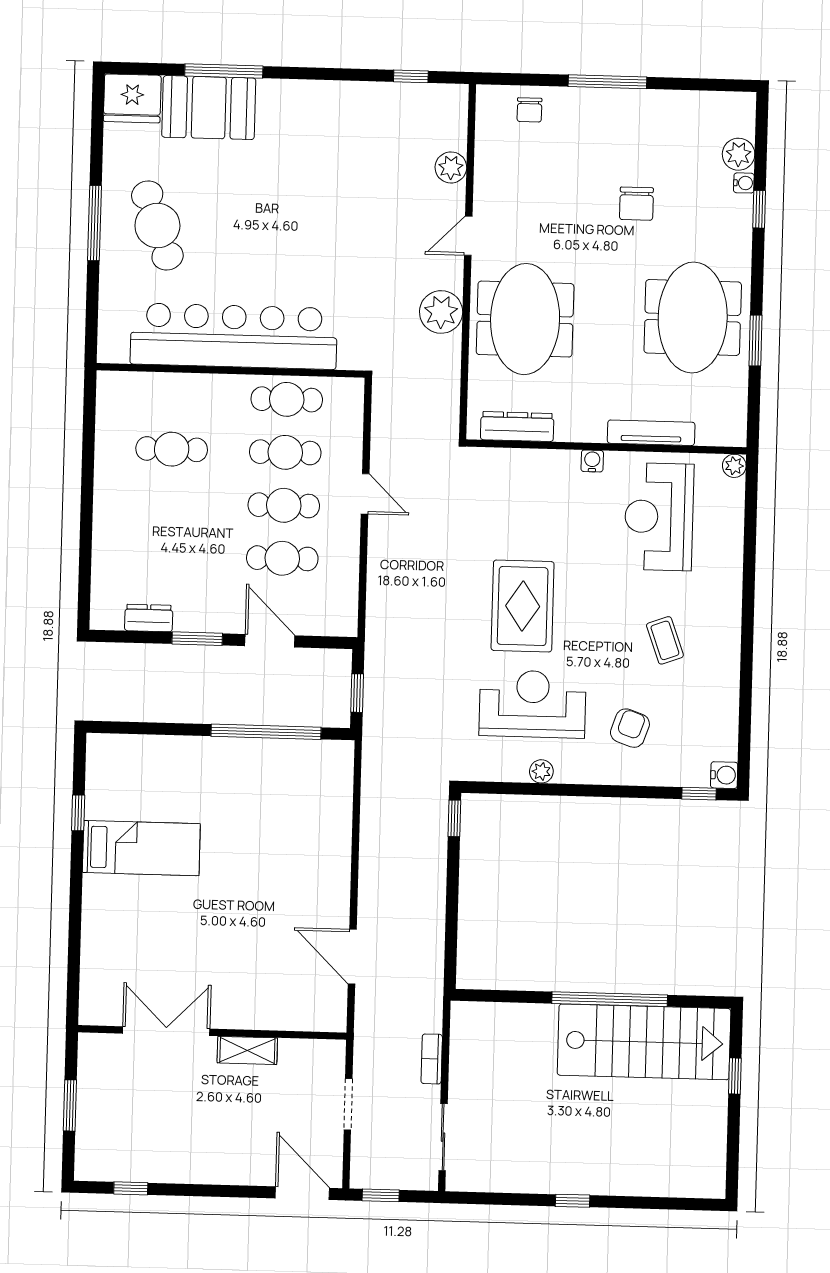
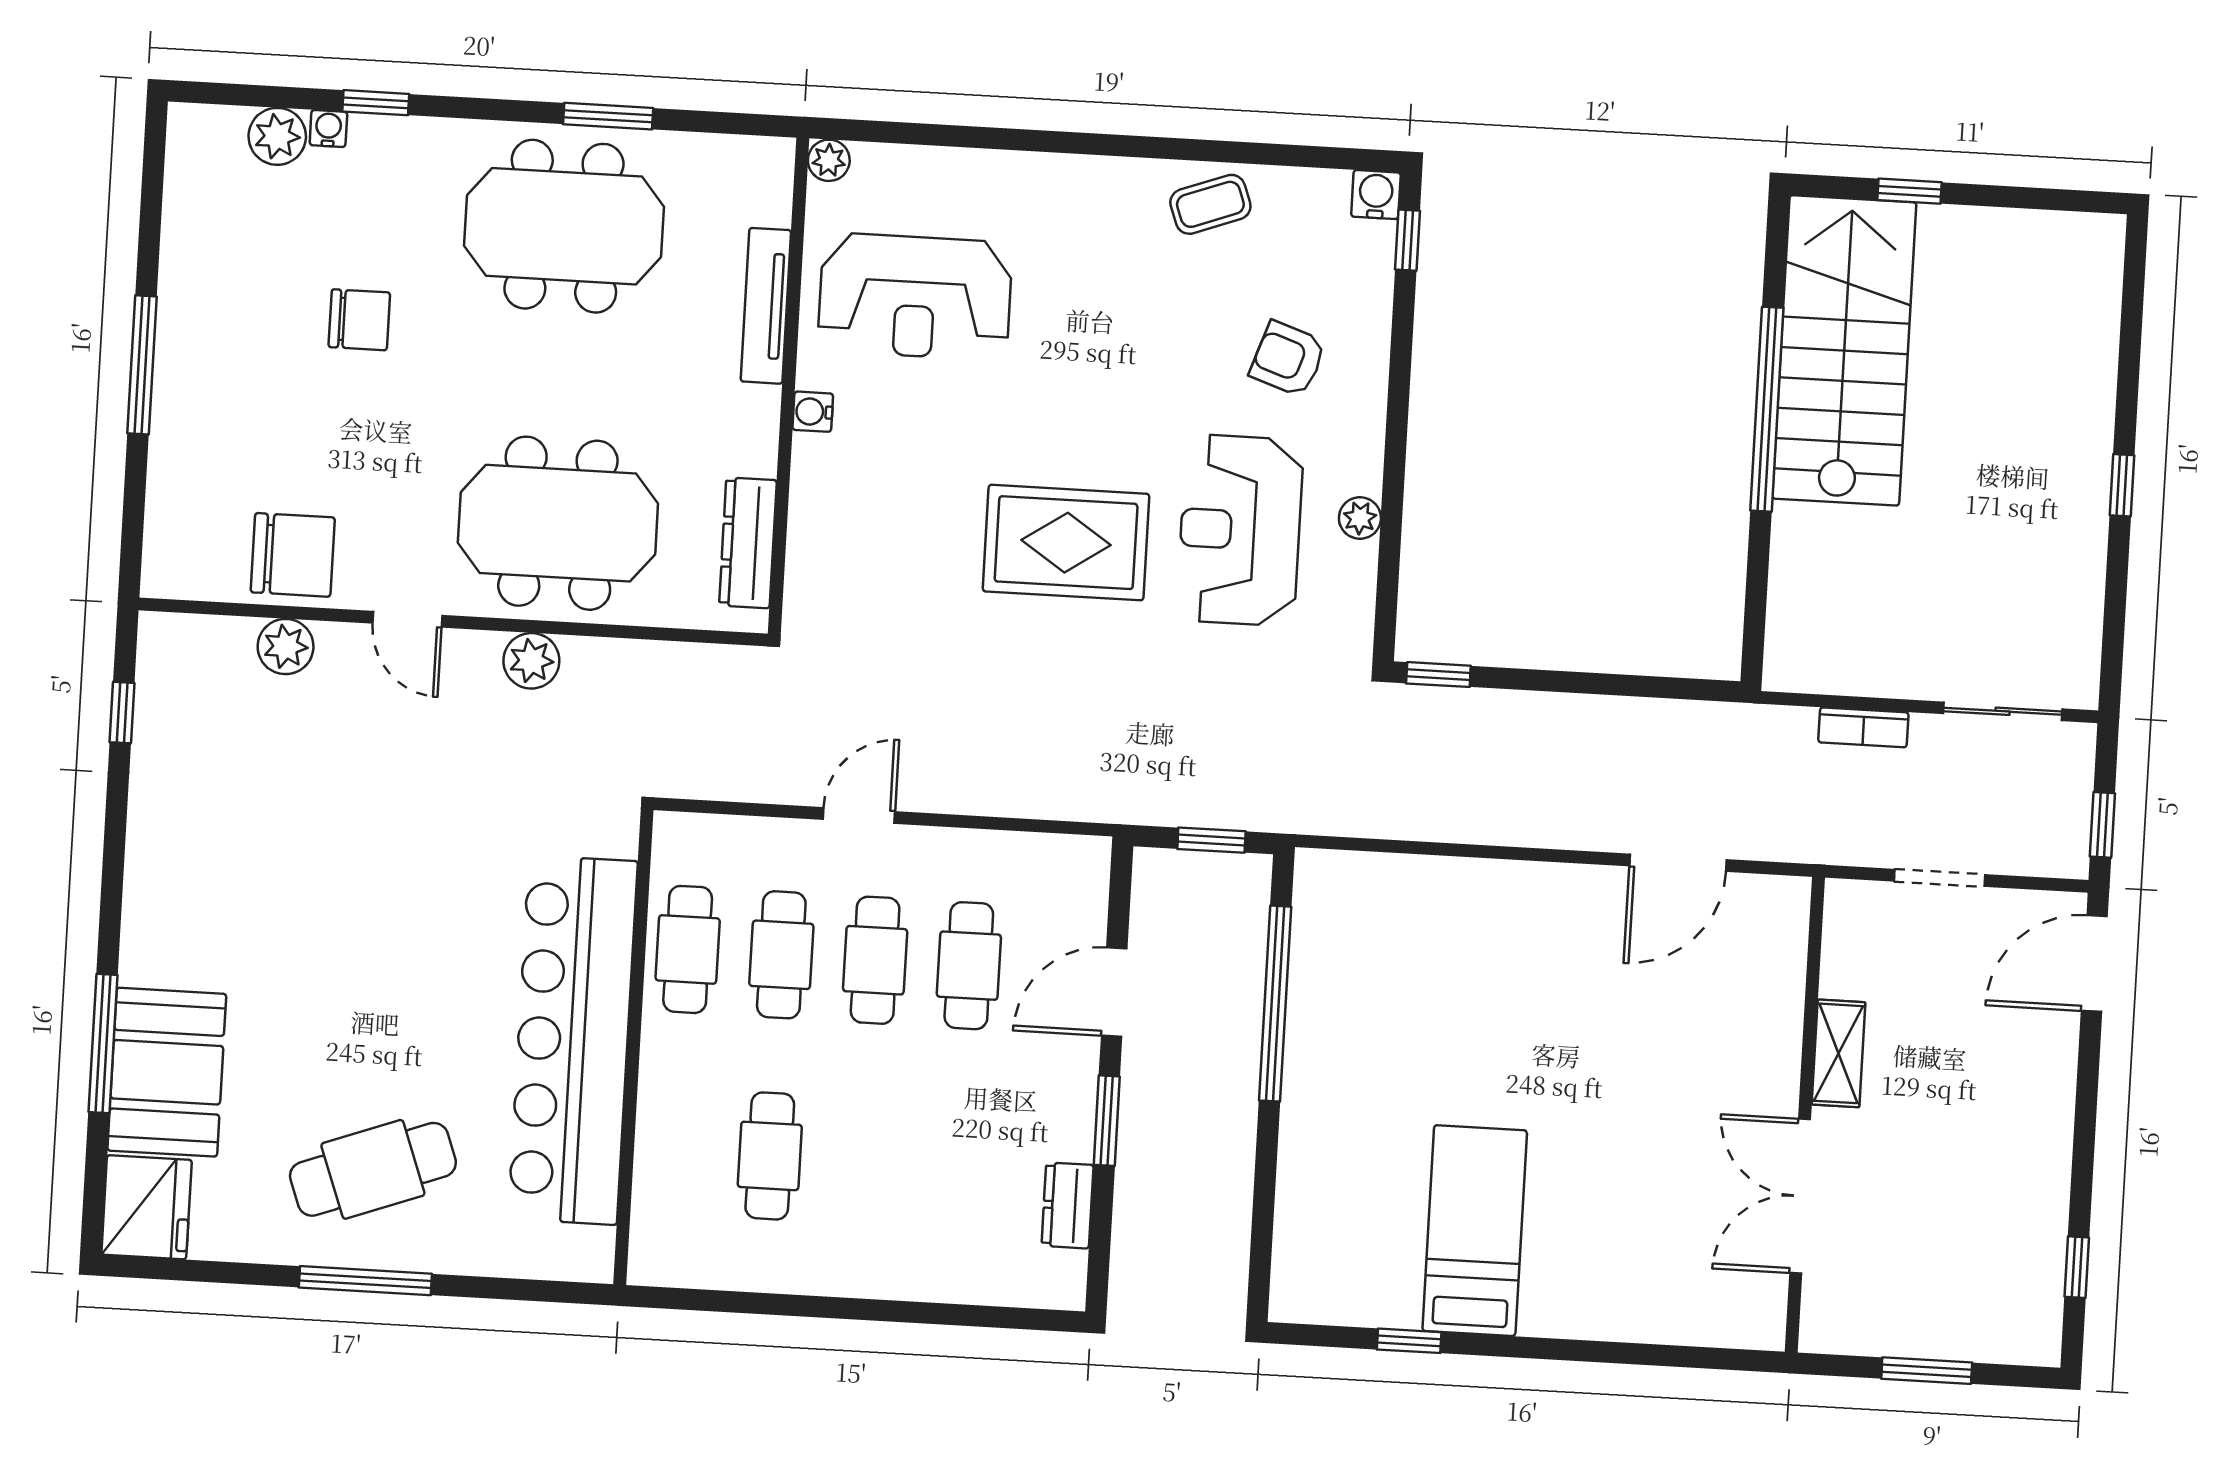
chair: (529, 110) -> (293, 555), moved, width x1.87, depth x1.87
plant: (441, 312) -> (531, 661), width x0.73, depth x0.73
coffee table: (665, 640) -> (1210, 204), moved

